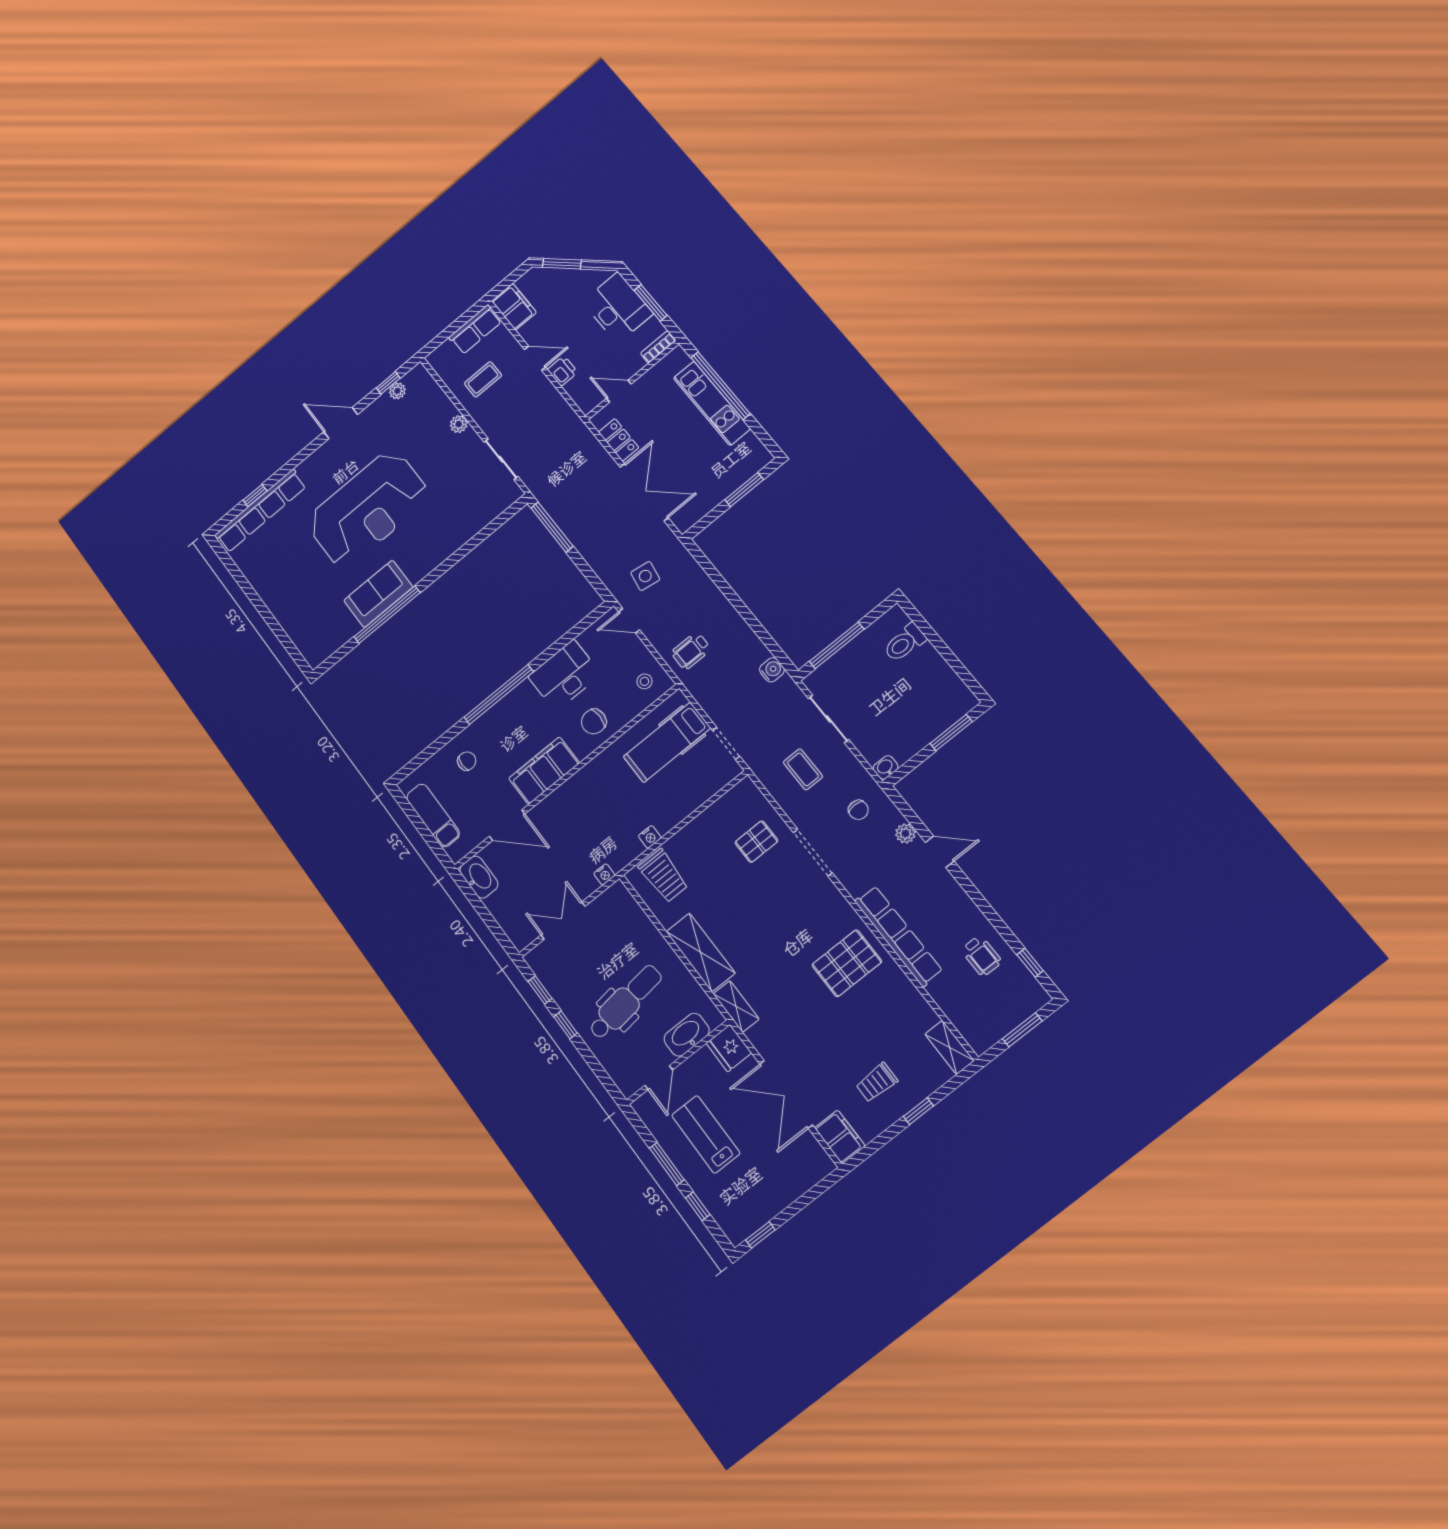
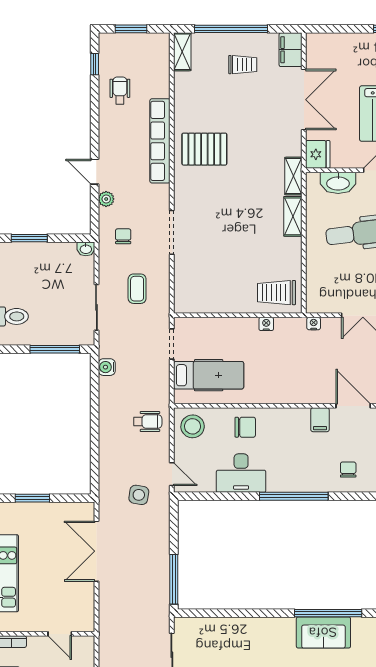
locker: (618, 440) -> (86, 601), removed
stool: (644, 681) -> (193, 426), width x1.89, depth x1.89
chair: (467, 761) -> (348, 470), turned 90
filing cabinet: (544, 771) -> (320, 420), width x0.33, depth x0.86
pallet: (756, 842) -> (201, 267), removed
trolley: (663, 876) -> (276, 293), turned -90
shelving: (701, 952) -> (293, 216), width x0.67, depth x0.75
window: (918, 1111) -> (231, 29), width x3.17

